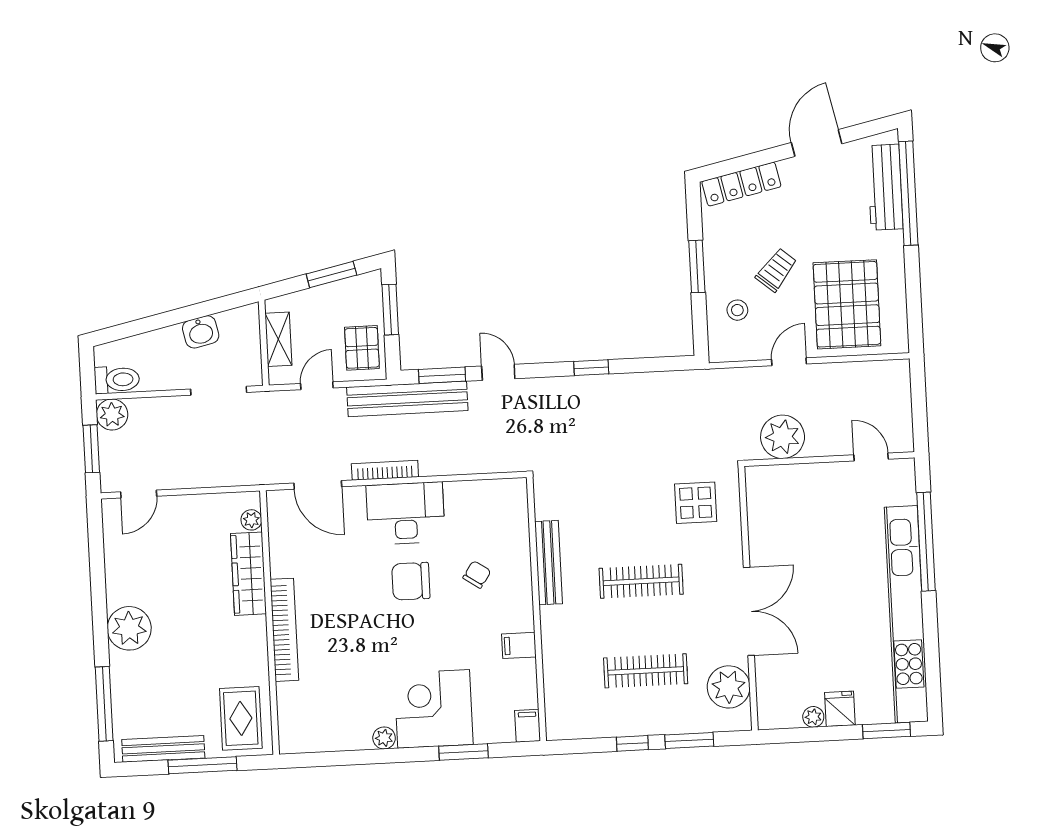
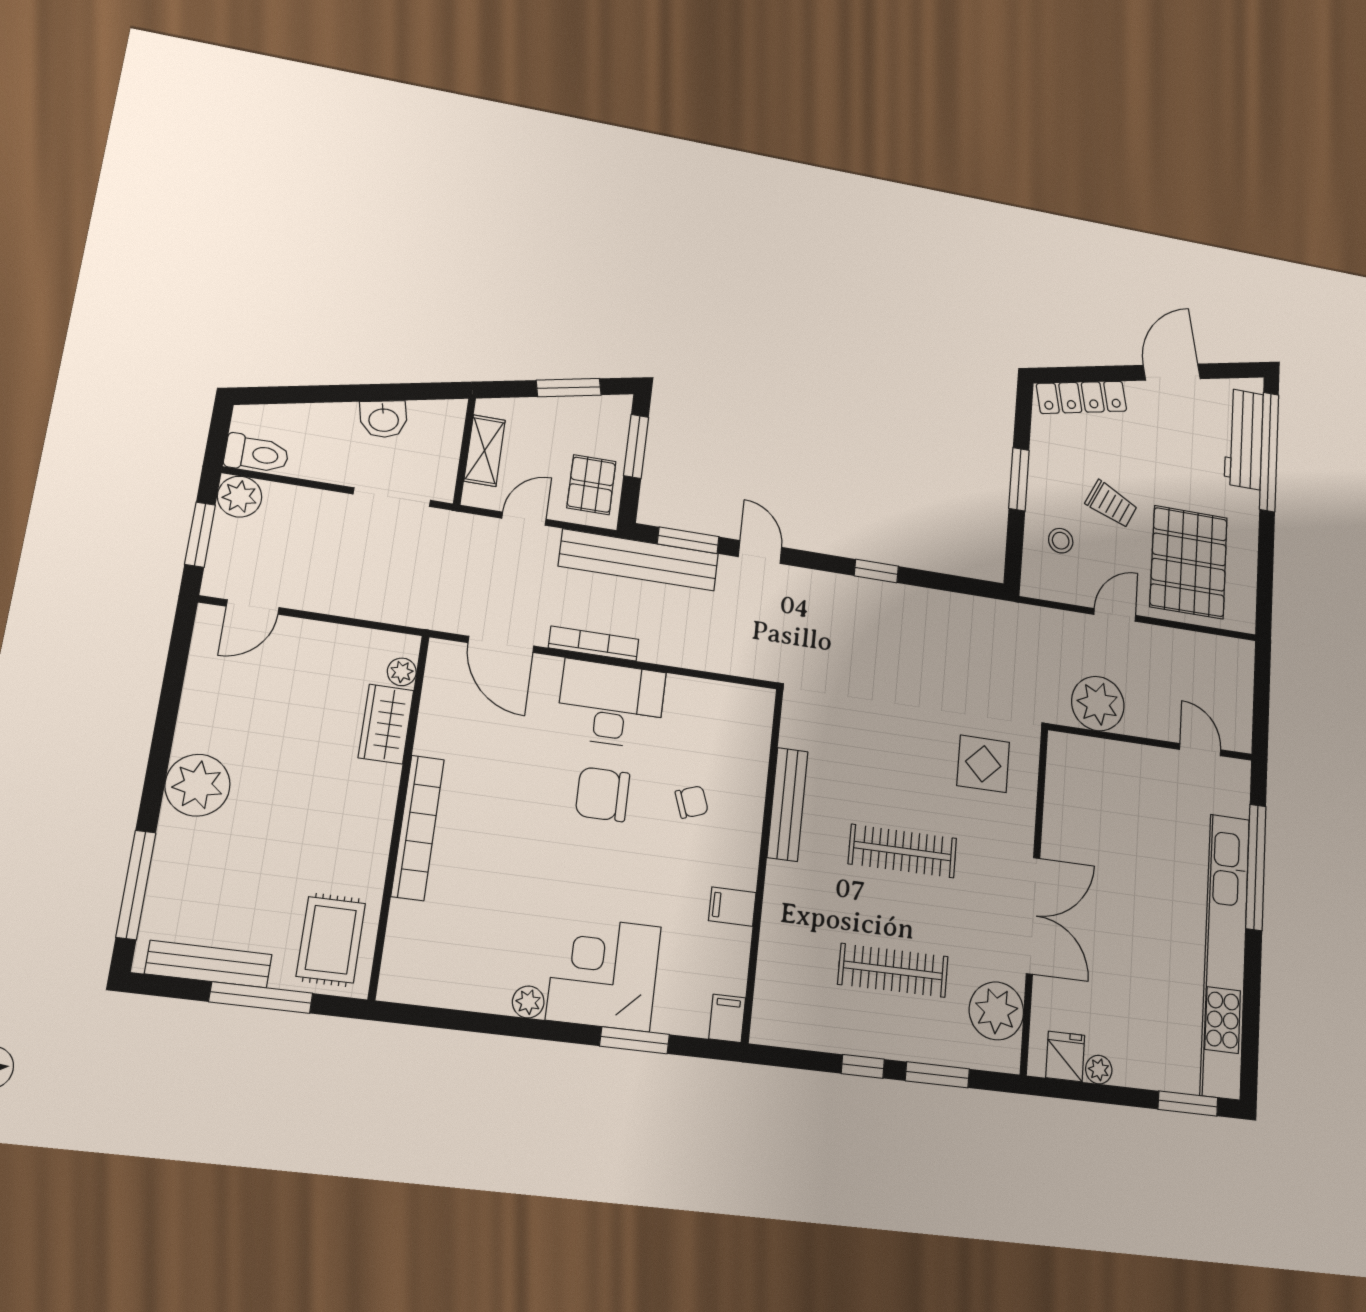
trolley: (776, 270) -> (1111, 504), turned 75
wardrobe: (248, 574) -> (386, 724), width x0.67
chair: (477, 574) -> (692, 802), turned 36
fridge: (840, 709) -> (1065, 1057), moved

